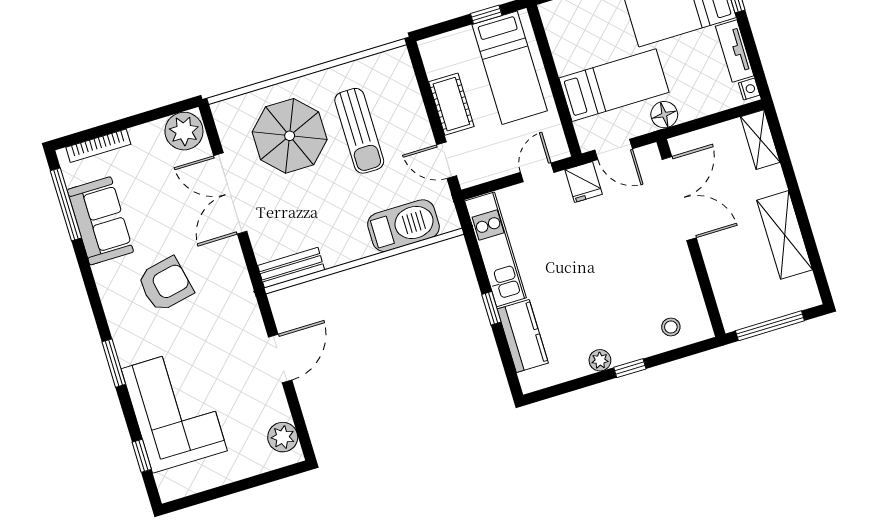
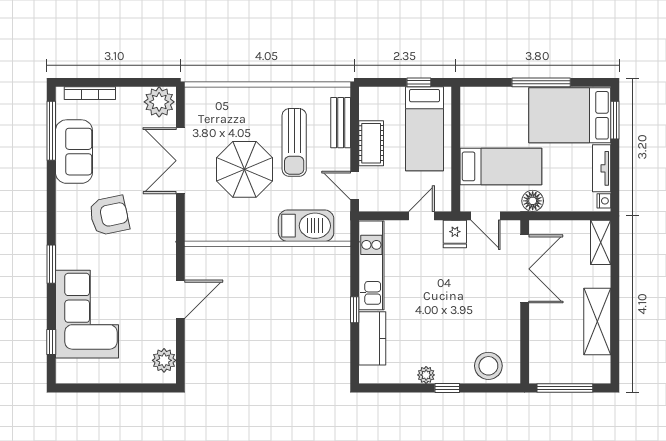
parasol: (290, 136) -> (245, 169), moved
bench: (291, 268) -> (341, 123), moved, turned 90
stool: (671, 327) -> (488, 366), width x1.89, depth x1.89

